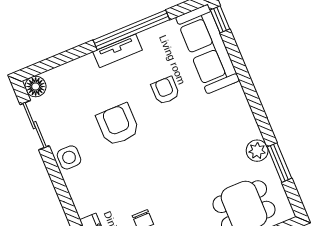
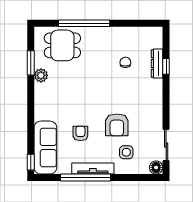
tv unit: (118, 51) -> (93, 169), width x1.41
armchair: (165, 91) -> (80, 133), turned 180
side table: (69, 157) -> (126, 152), moved

